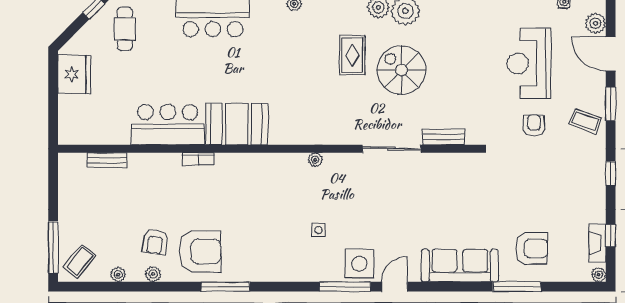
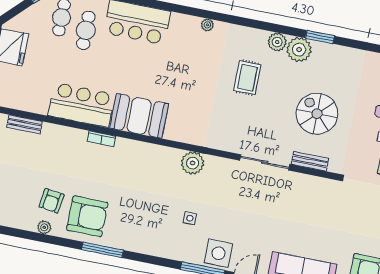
cafe table: (156, 38) -> (86, 30), added
spiral stairs: (401, 70) -> (317, 114), moved
plant: (315, 160) -> (193, 163), width x1.88, depth x1.88
plant: (118, 274) -> (15, 222), removed

